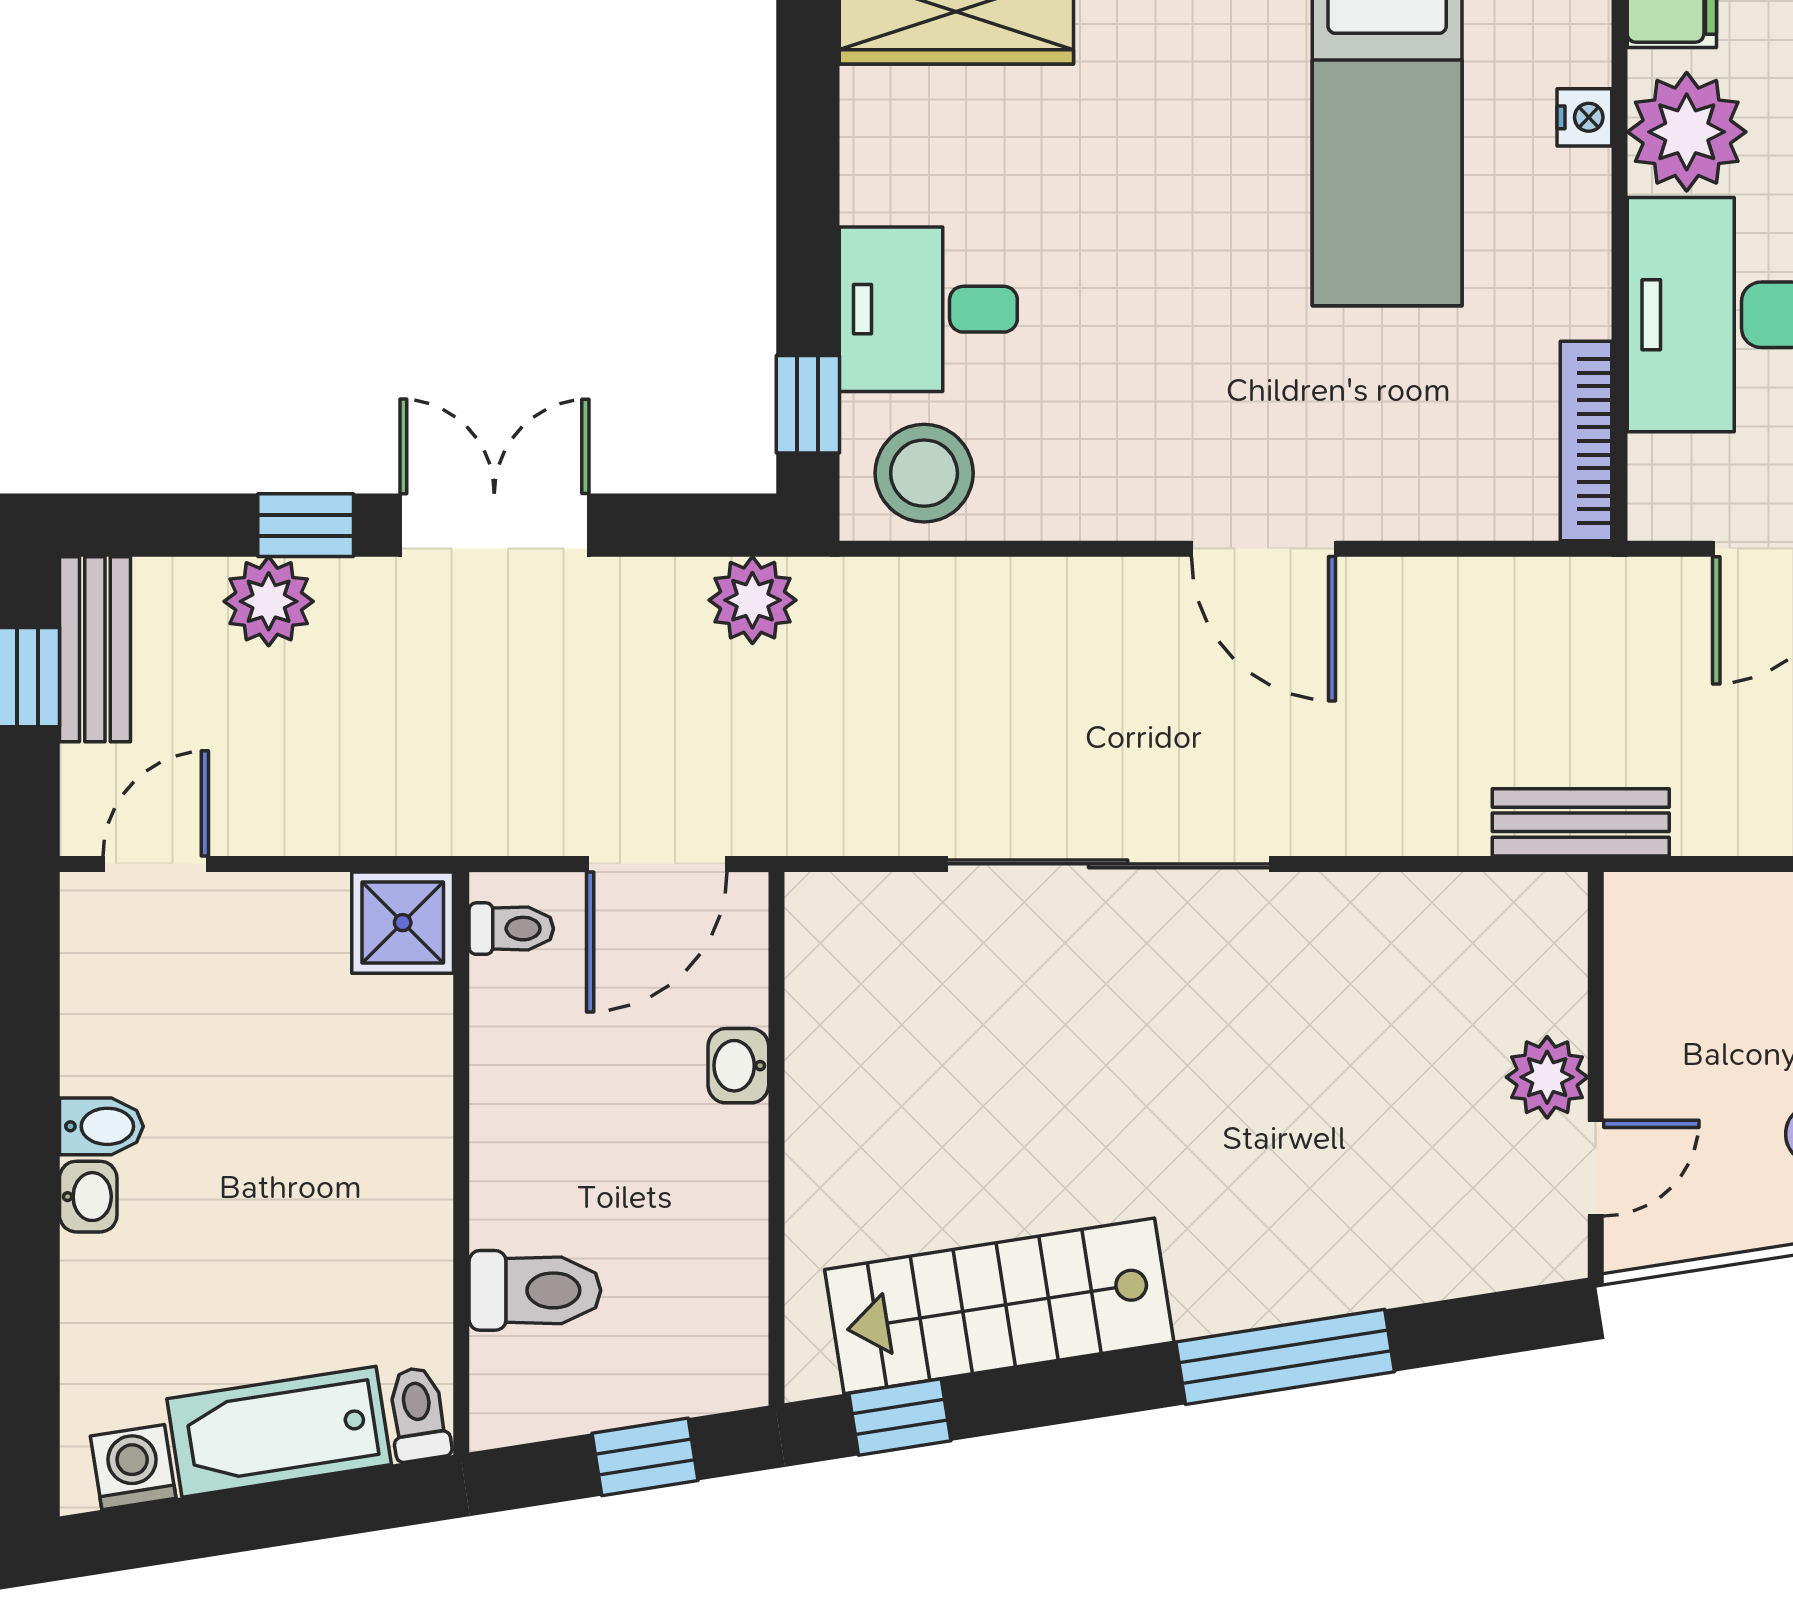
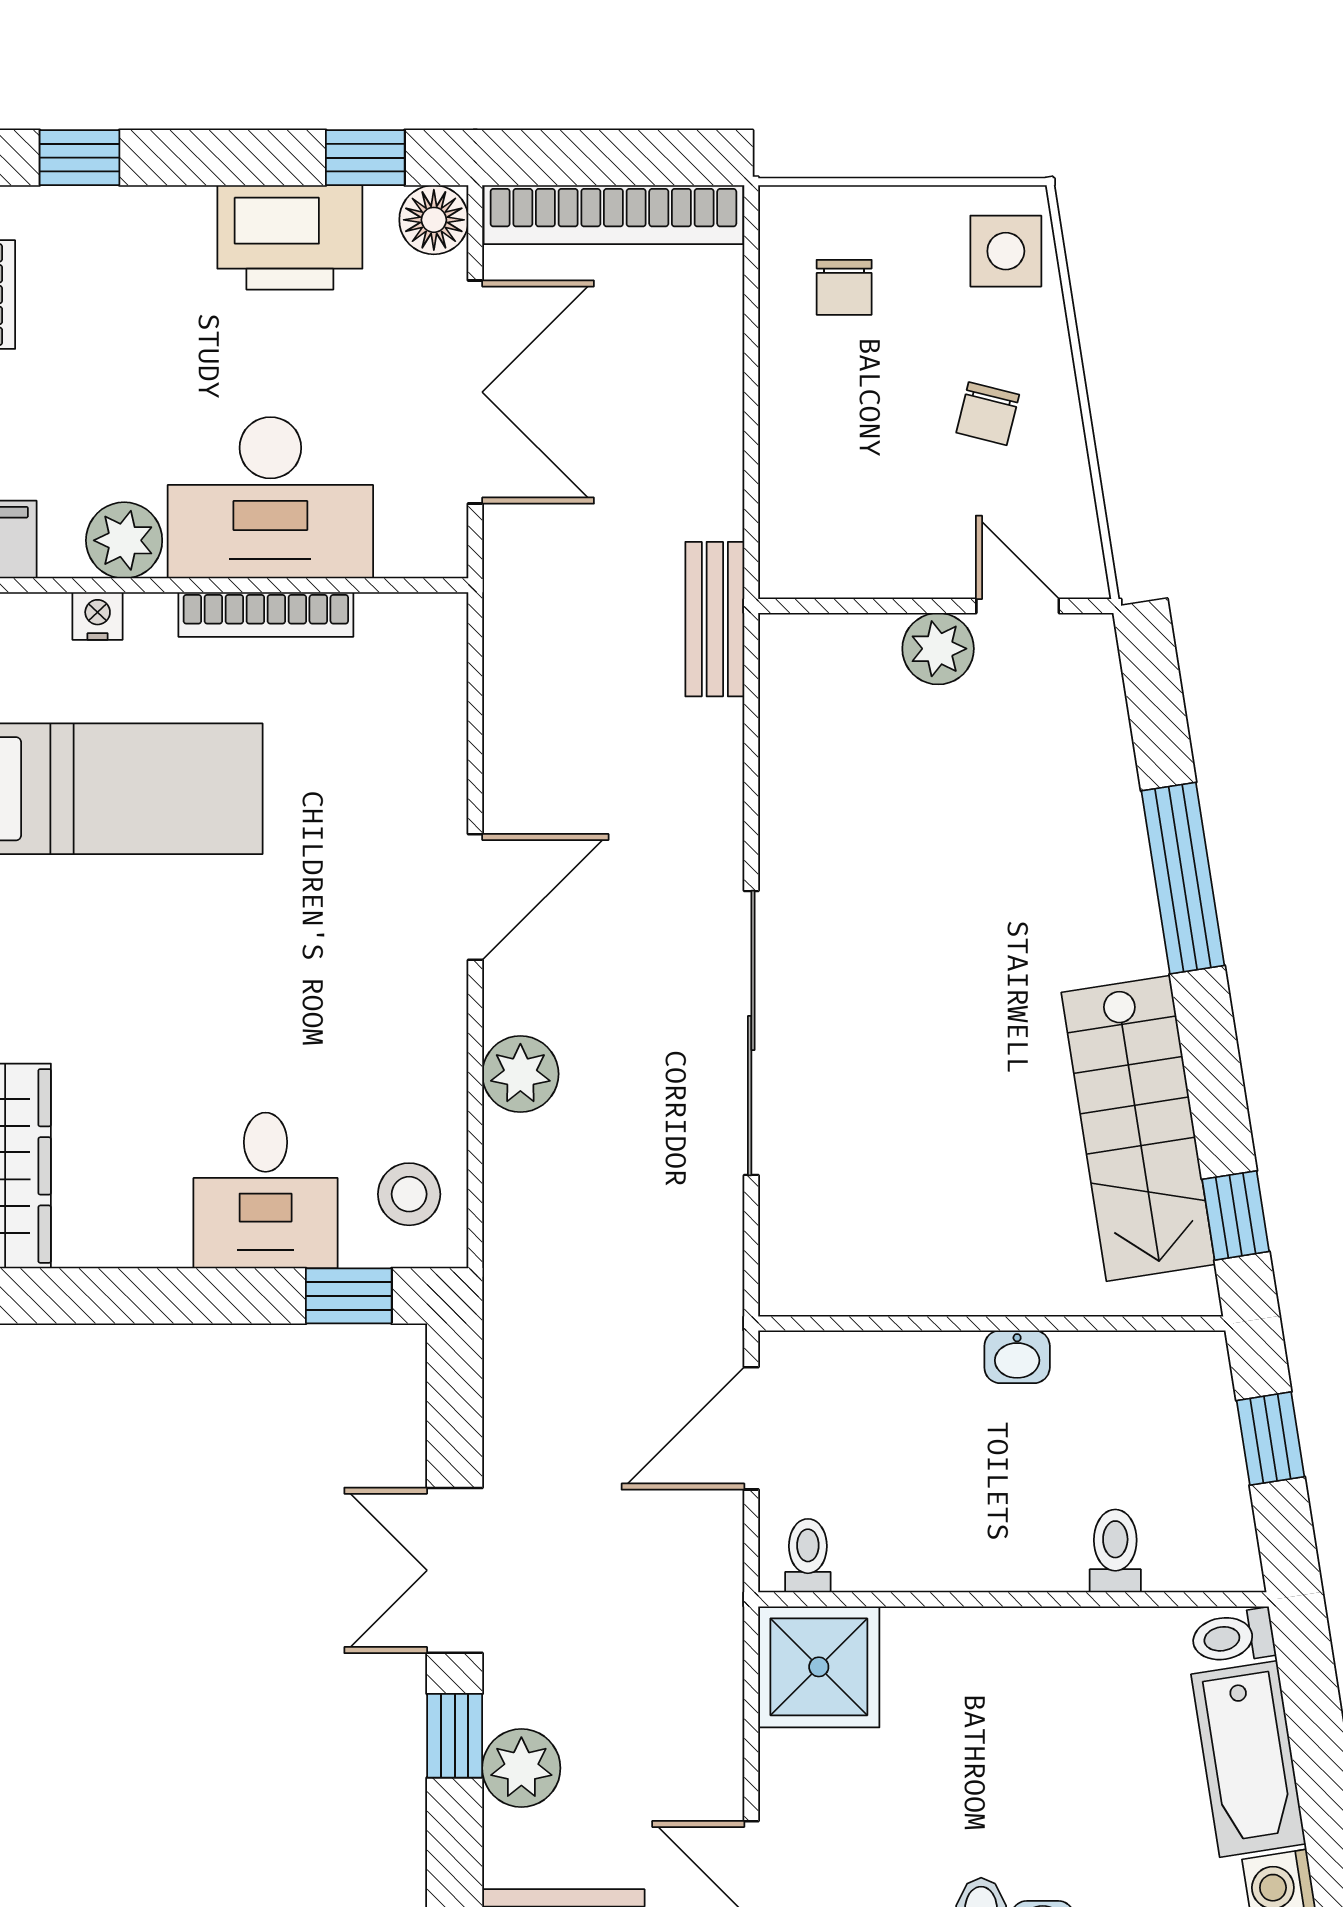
plant: (1687, 132) -> (124, 540), width x0.73, depth x0.73
bookcase: (1586, 441) -> (266, 615), moved
stool: (924, 473) -> (409, 1194), width x0.73, depth x0.73
plant: (752, 600) -> (520, 1074), moved
door: (657, 864) -> (751, 1428), swing flipped
shower: (403, 923) -> (819, 1667), width x1.36, depth x1.36
washbasin: (738, 1066) -> (1017, 1357), moved
toilet: (535, 1290) -> (1115, 1551), width x0.73, depth x0.72

